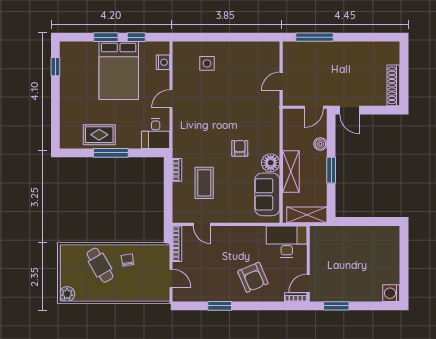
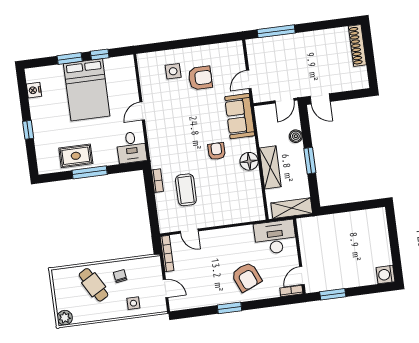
nightstand: (163, 62) -> (34, 90), moved, turned 180
window: (55, 67) -> (28, 130), moved
armchair: (233, 74) -> (200, 78), added
shoe rack: (393, 85) -> (357, 45), moved
sofa: (267, 194) -> (240, 116), moved
side table: (137, 289) -> (133, 303), added
window: (220, 306) -> (230, 308), moved

